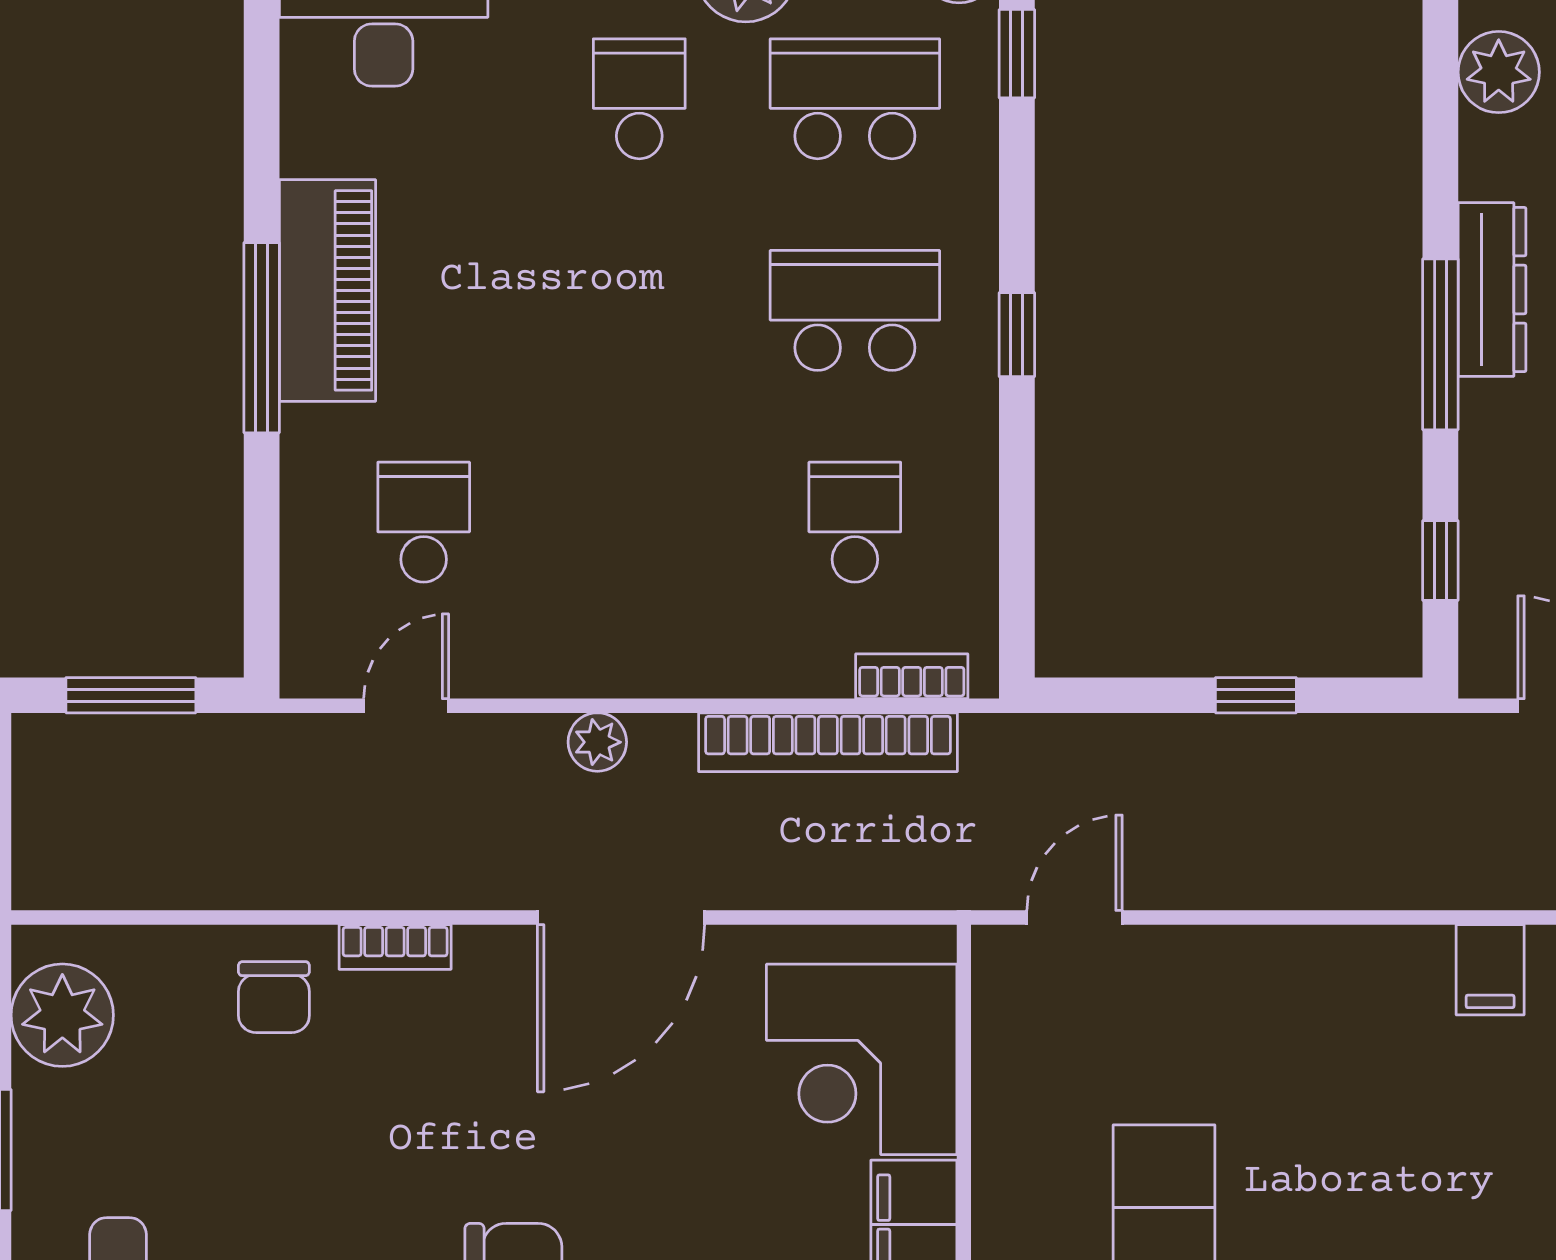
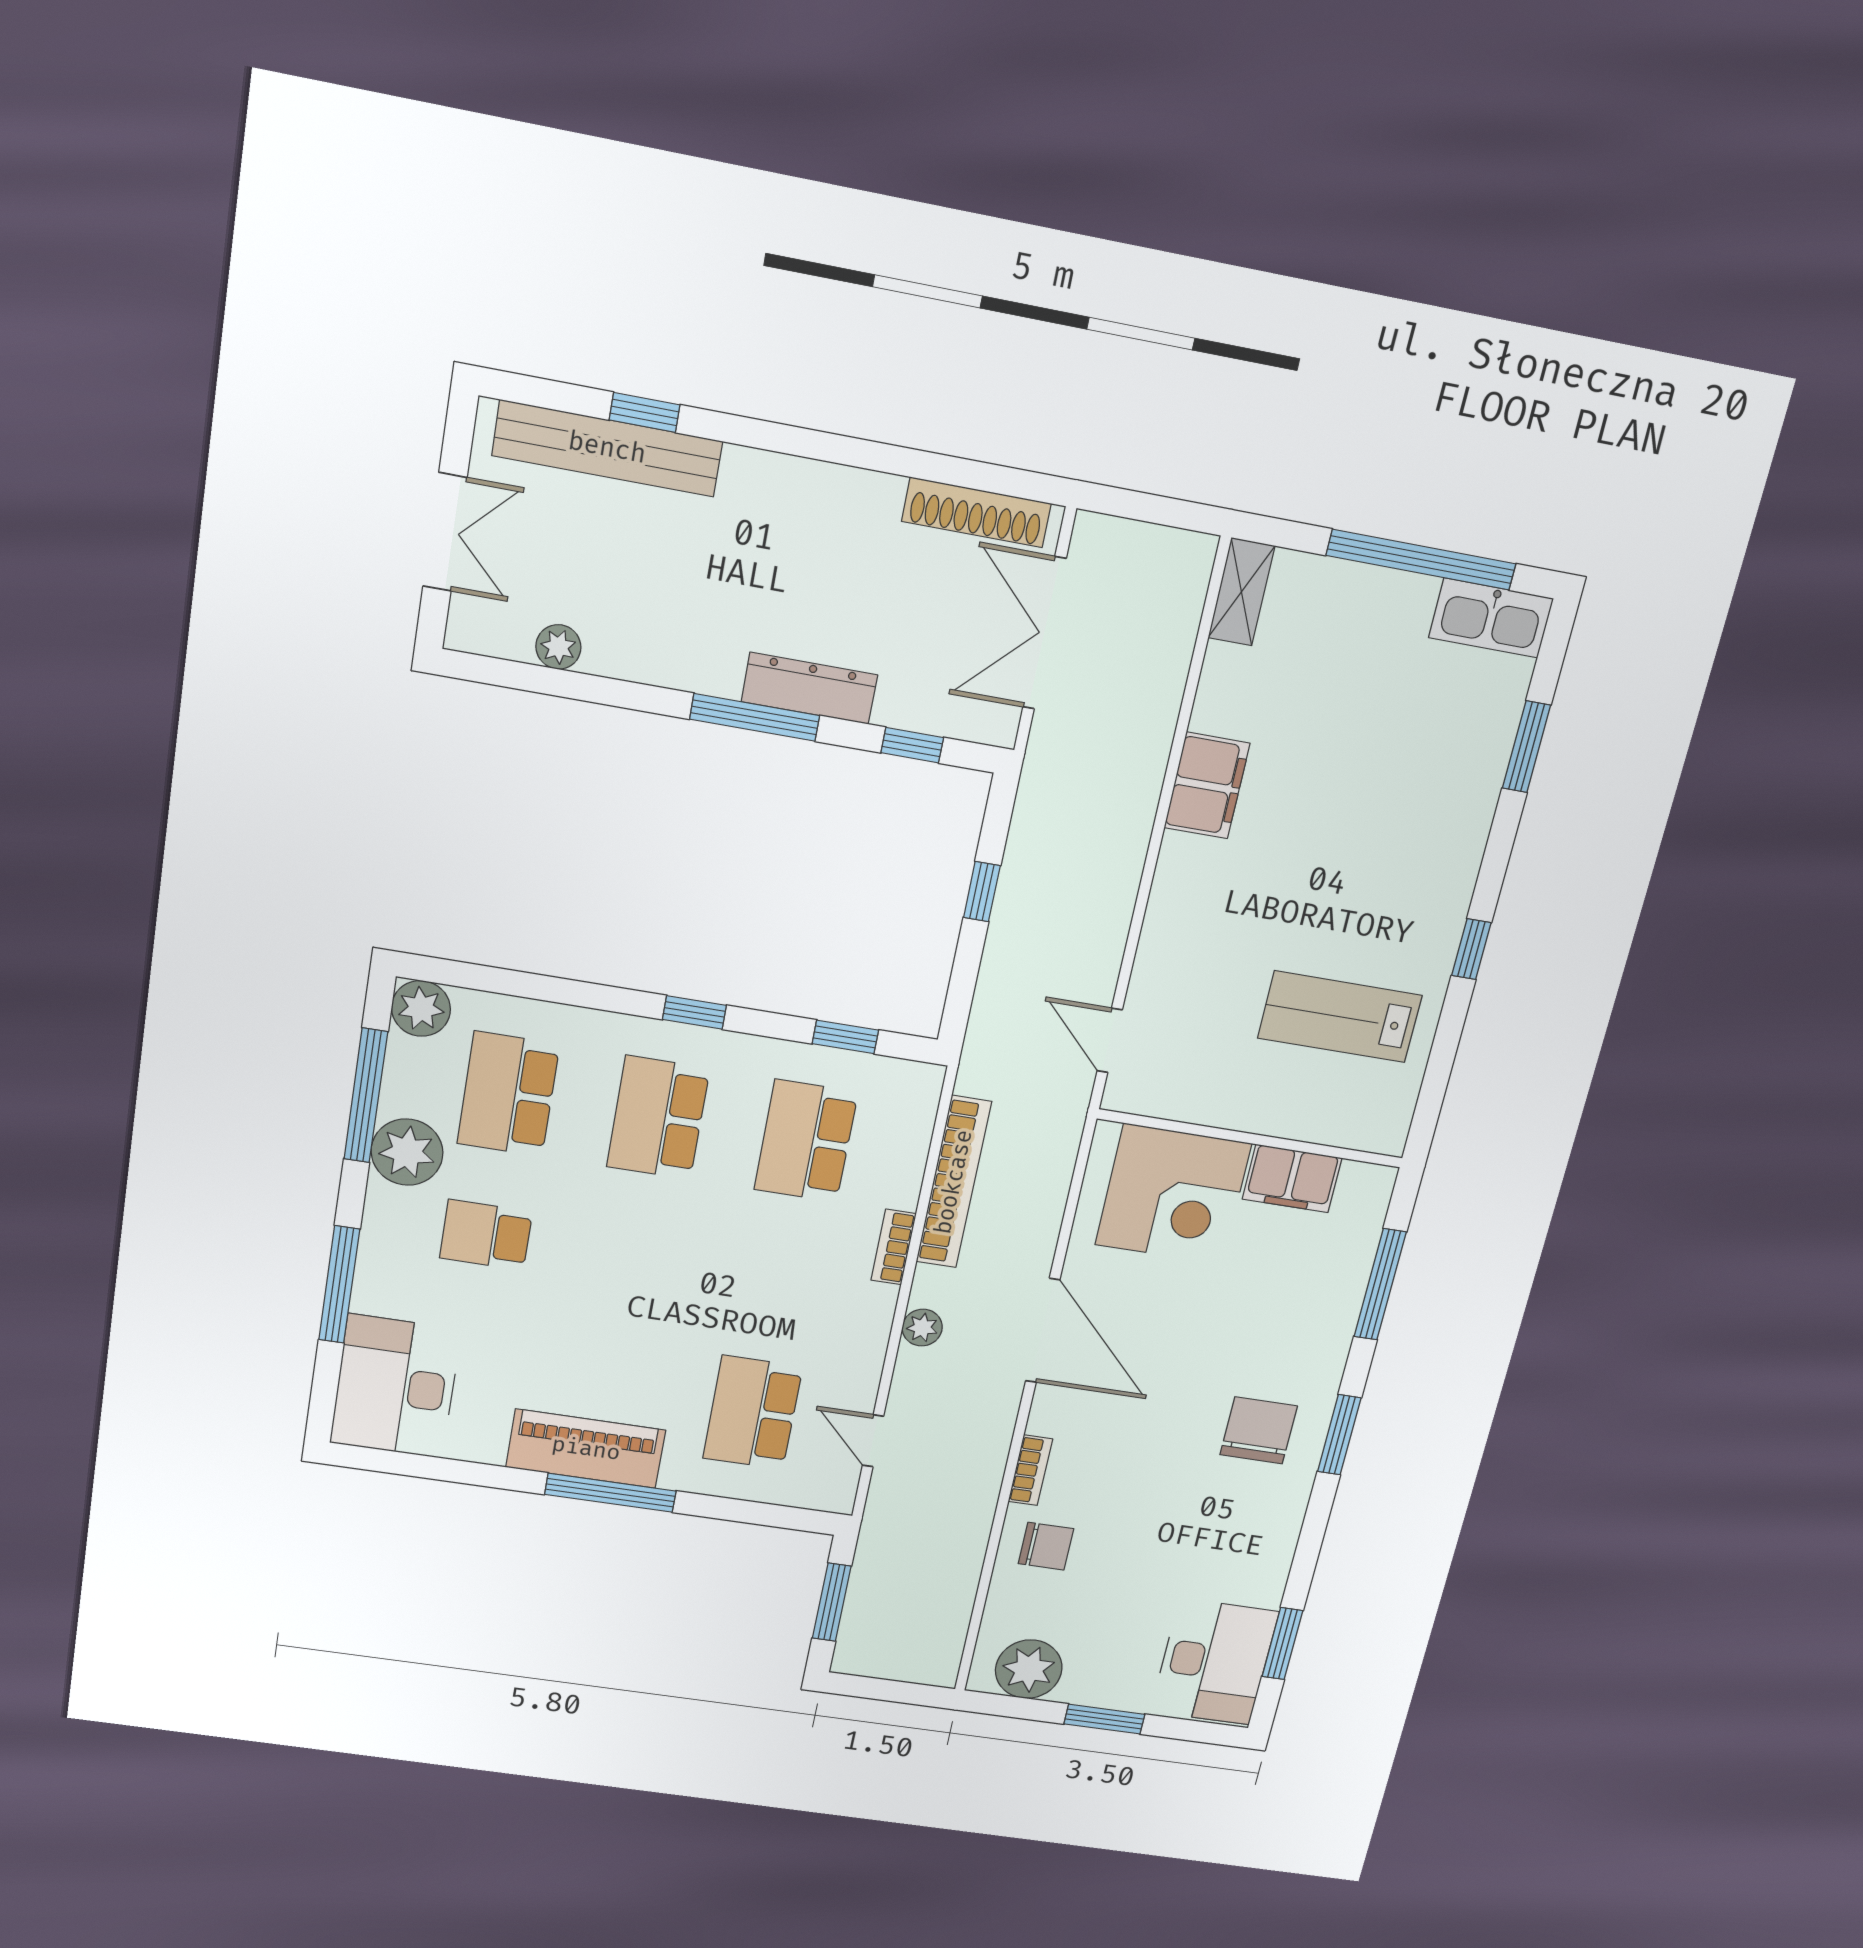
window: (1017, 54) -> (845, 1037), moved
plant: (1499, 72) -> (558, 647), width x0.73, depth x0.73
dresser: (1492, 290) -> (809, 688), moved
school desk: (424, 522) -> (753, 1413), width x1.85
school desk: (855, 522) -> (806, 1141), width x1.85
bookcase: (912, 676) -> (894, 1247), moved
filing cabinet: (1490, 970) -> (1207, 786), width x2.00

